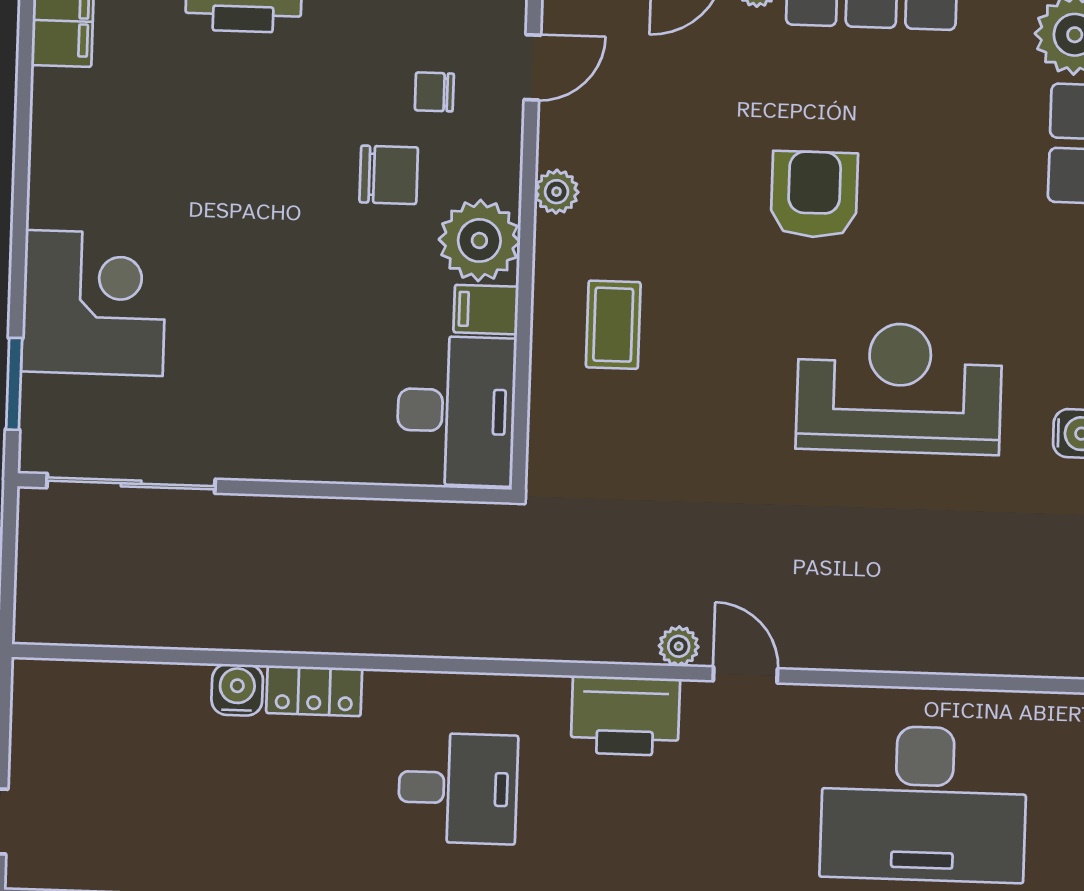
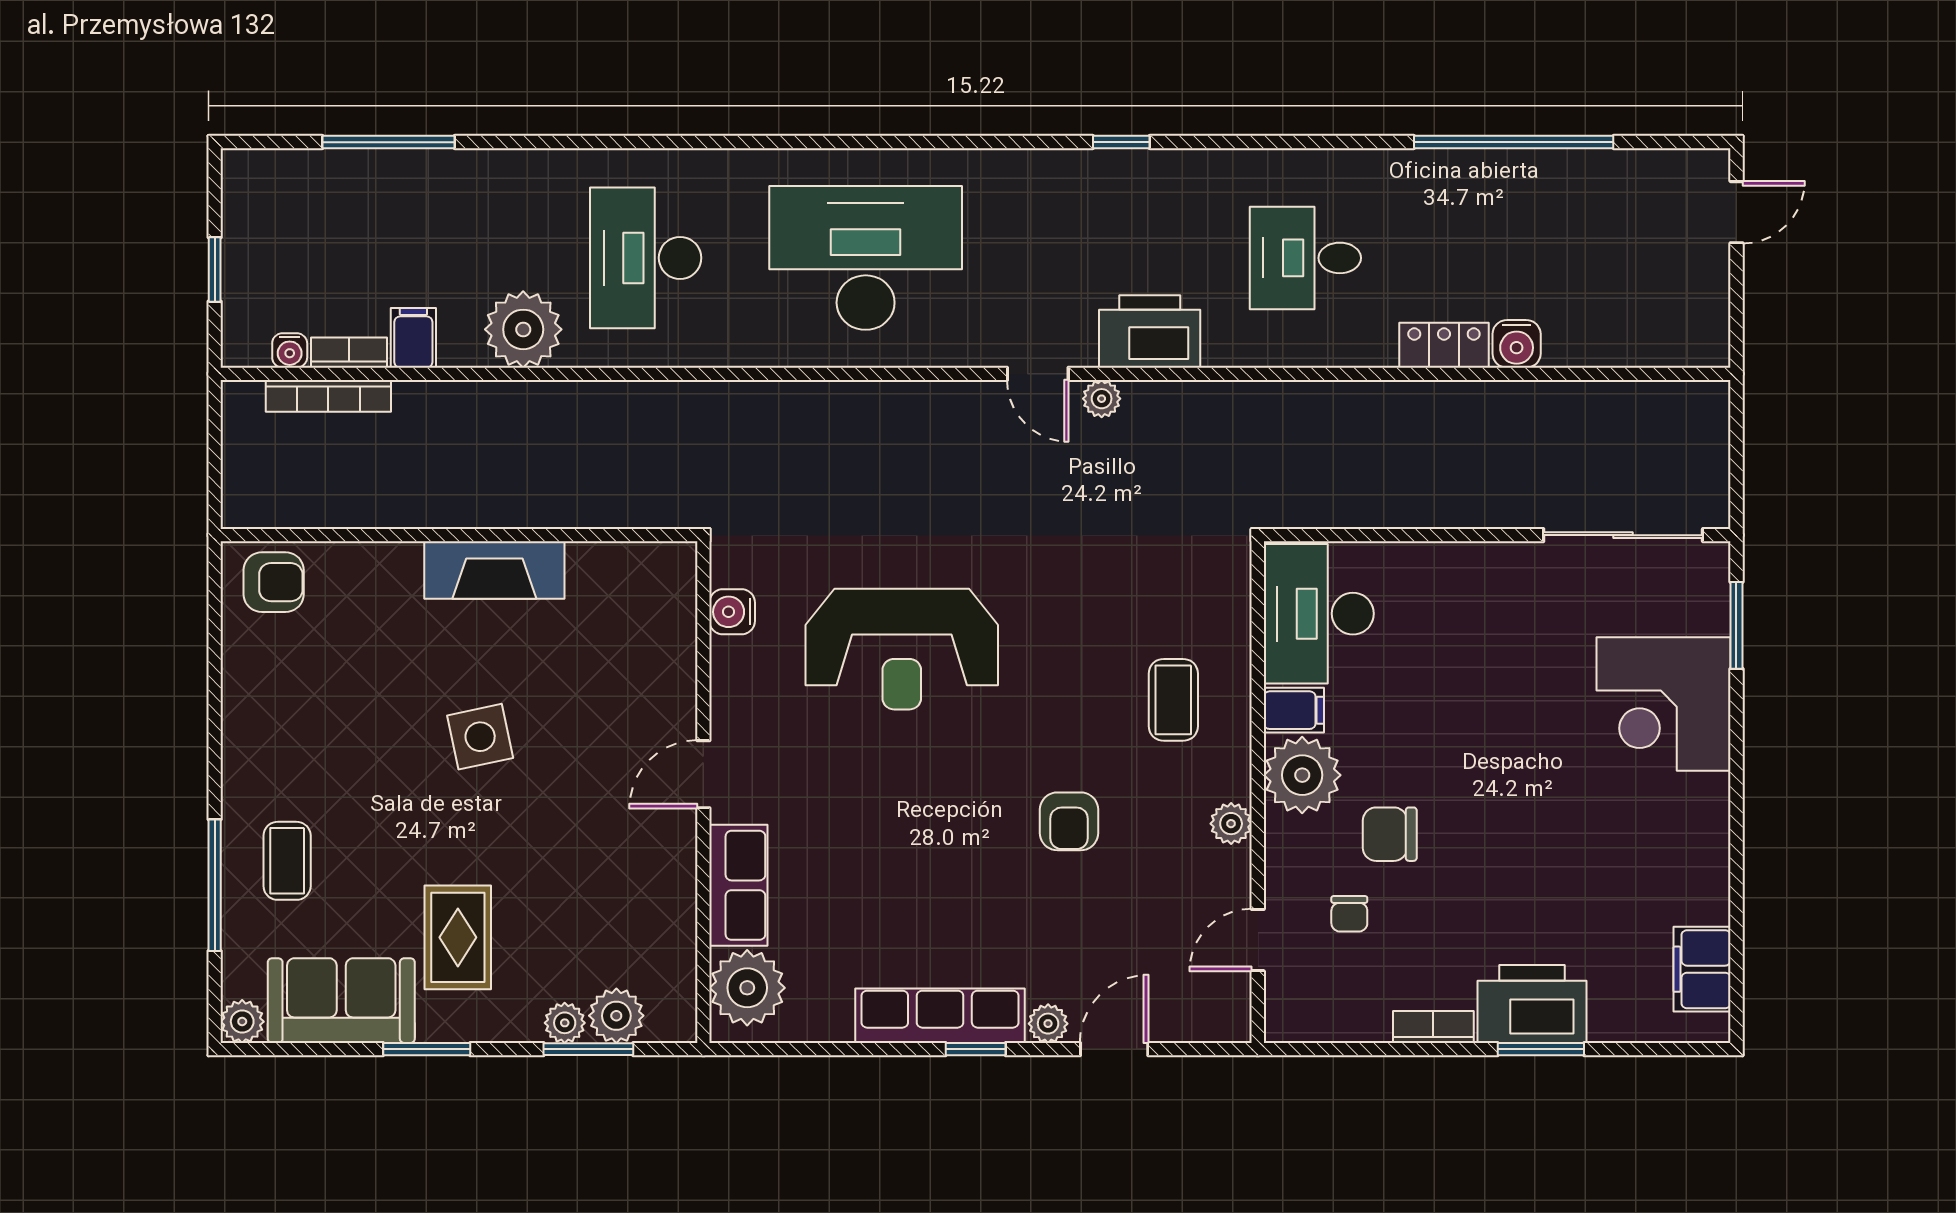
chair: (434, 92) -> (1349, 914), turned 90
armchair: (814, 194) -> (1069, 821), moved, width x0.72, depth x0.72

